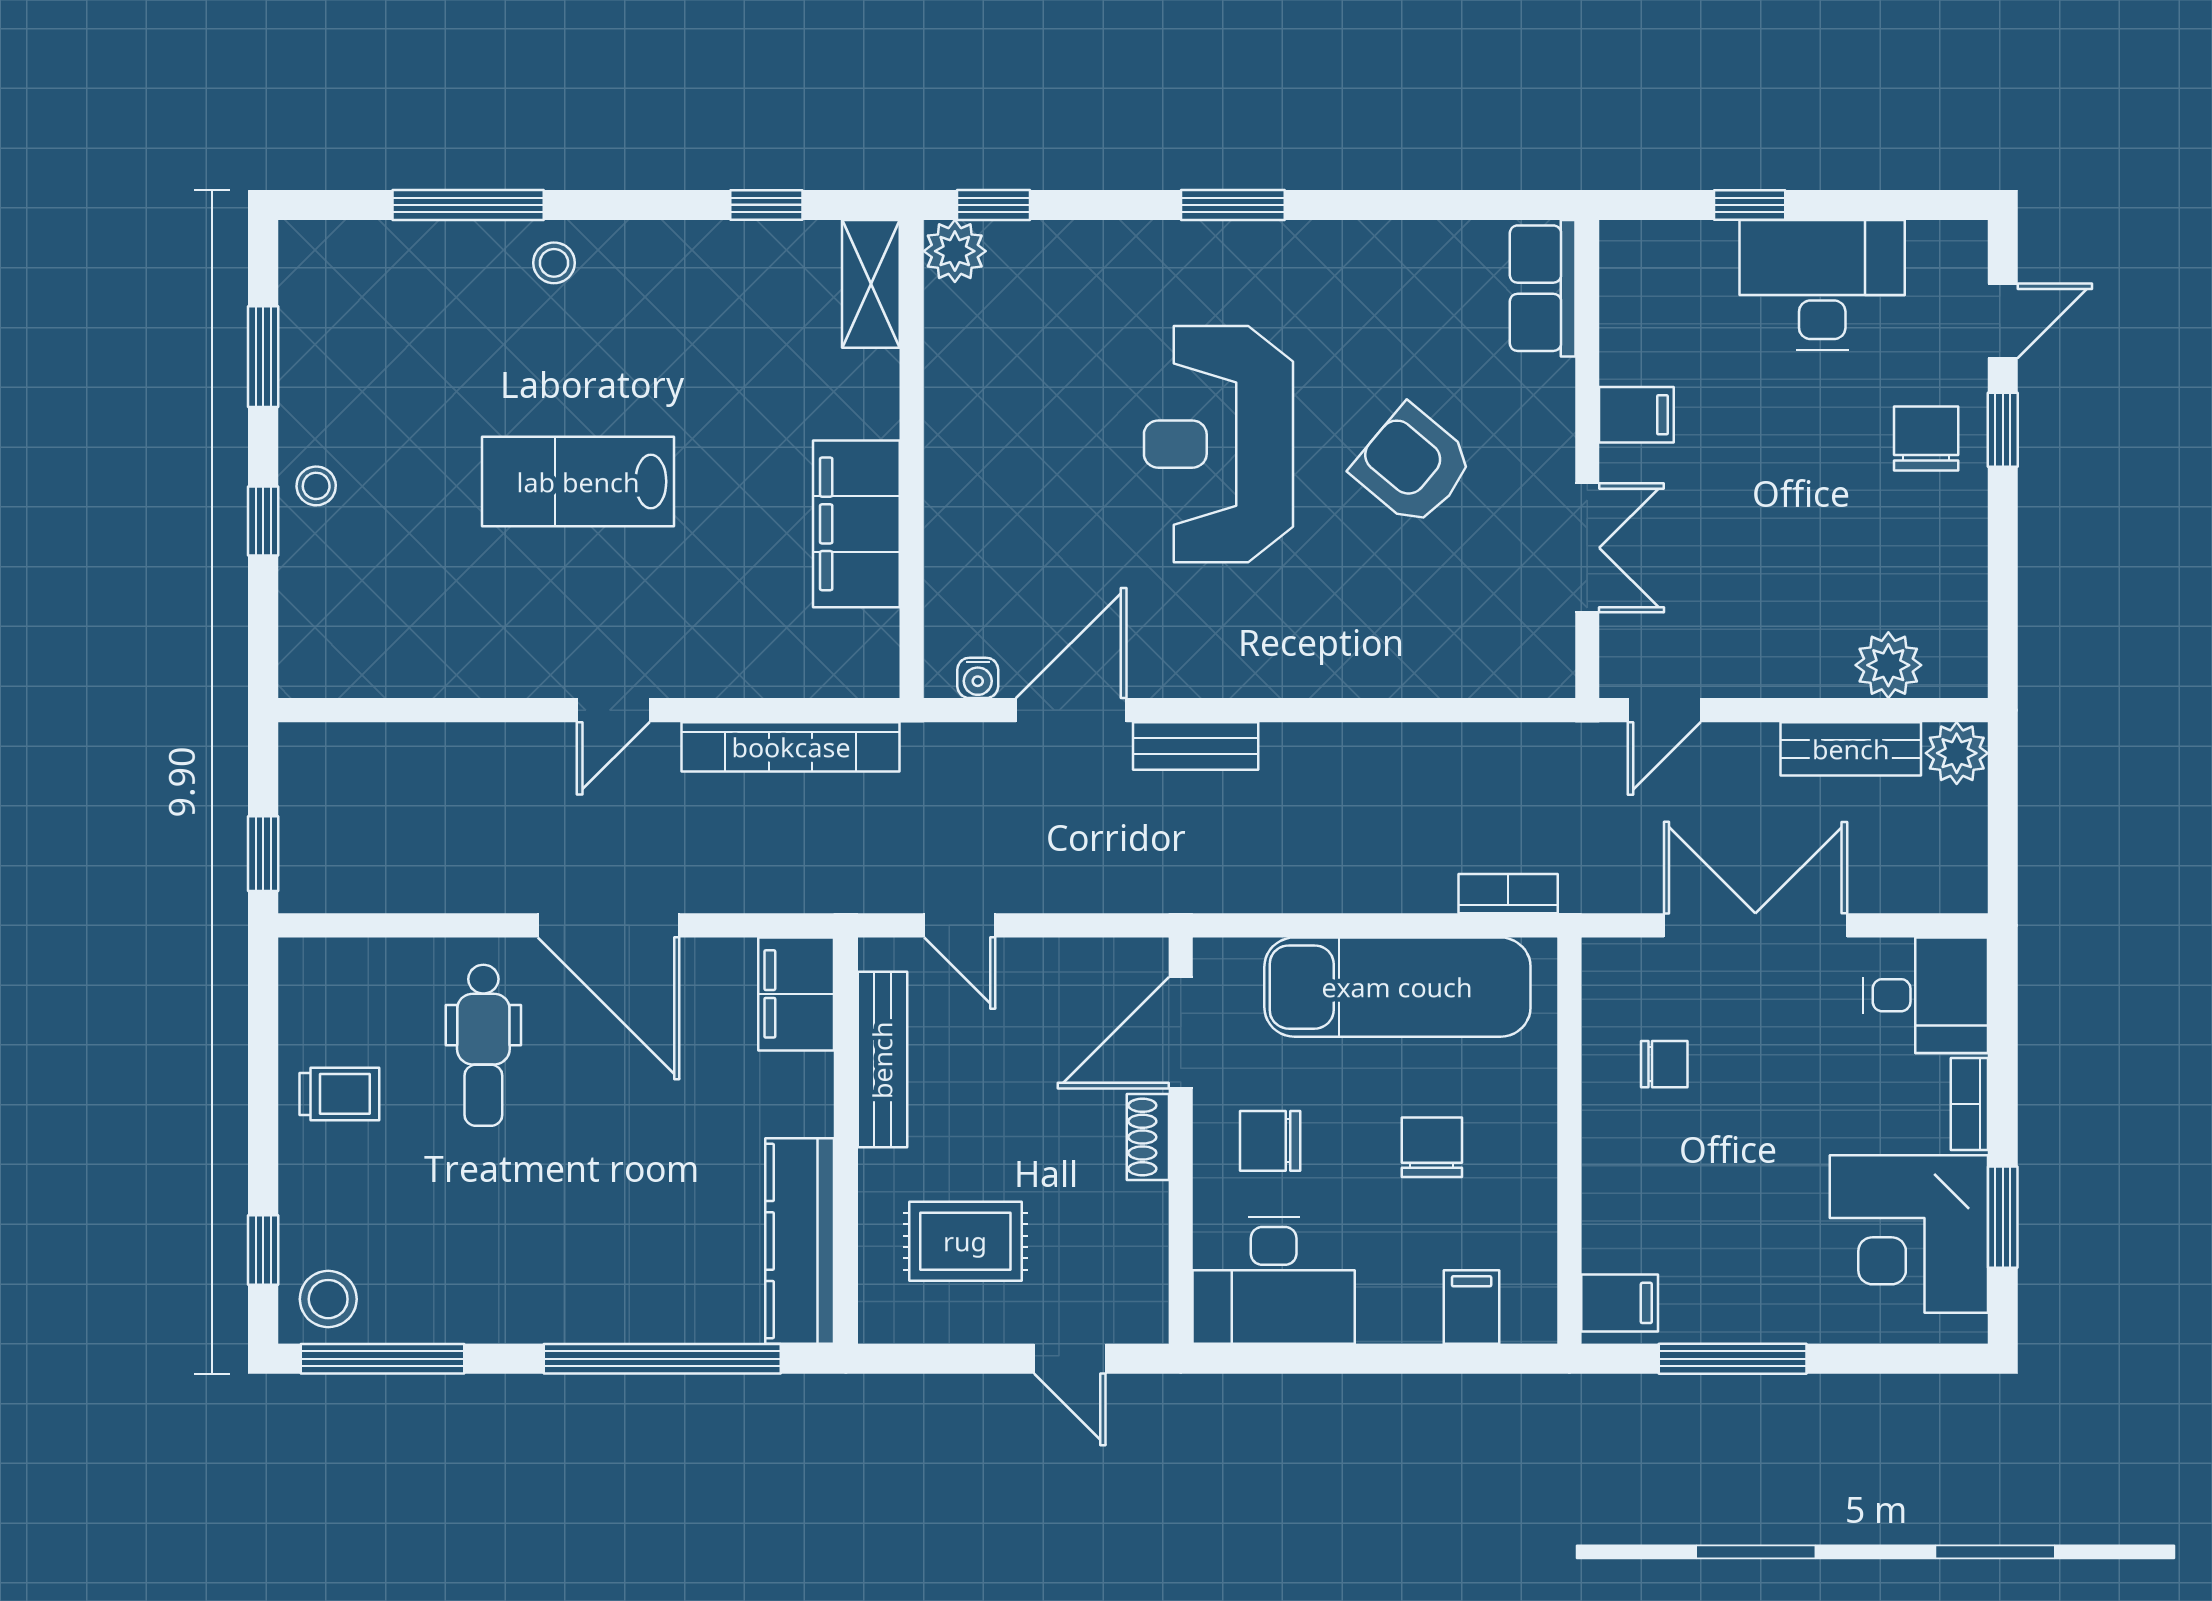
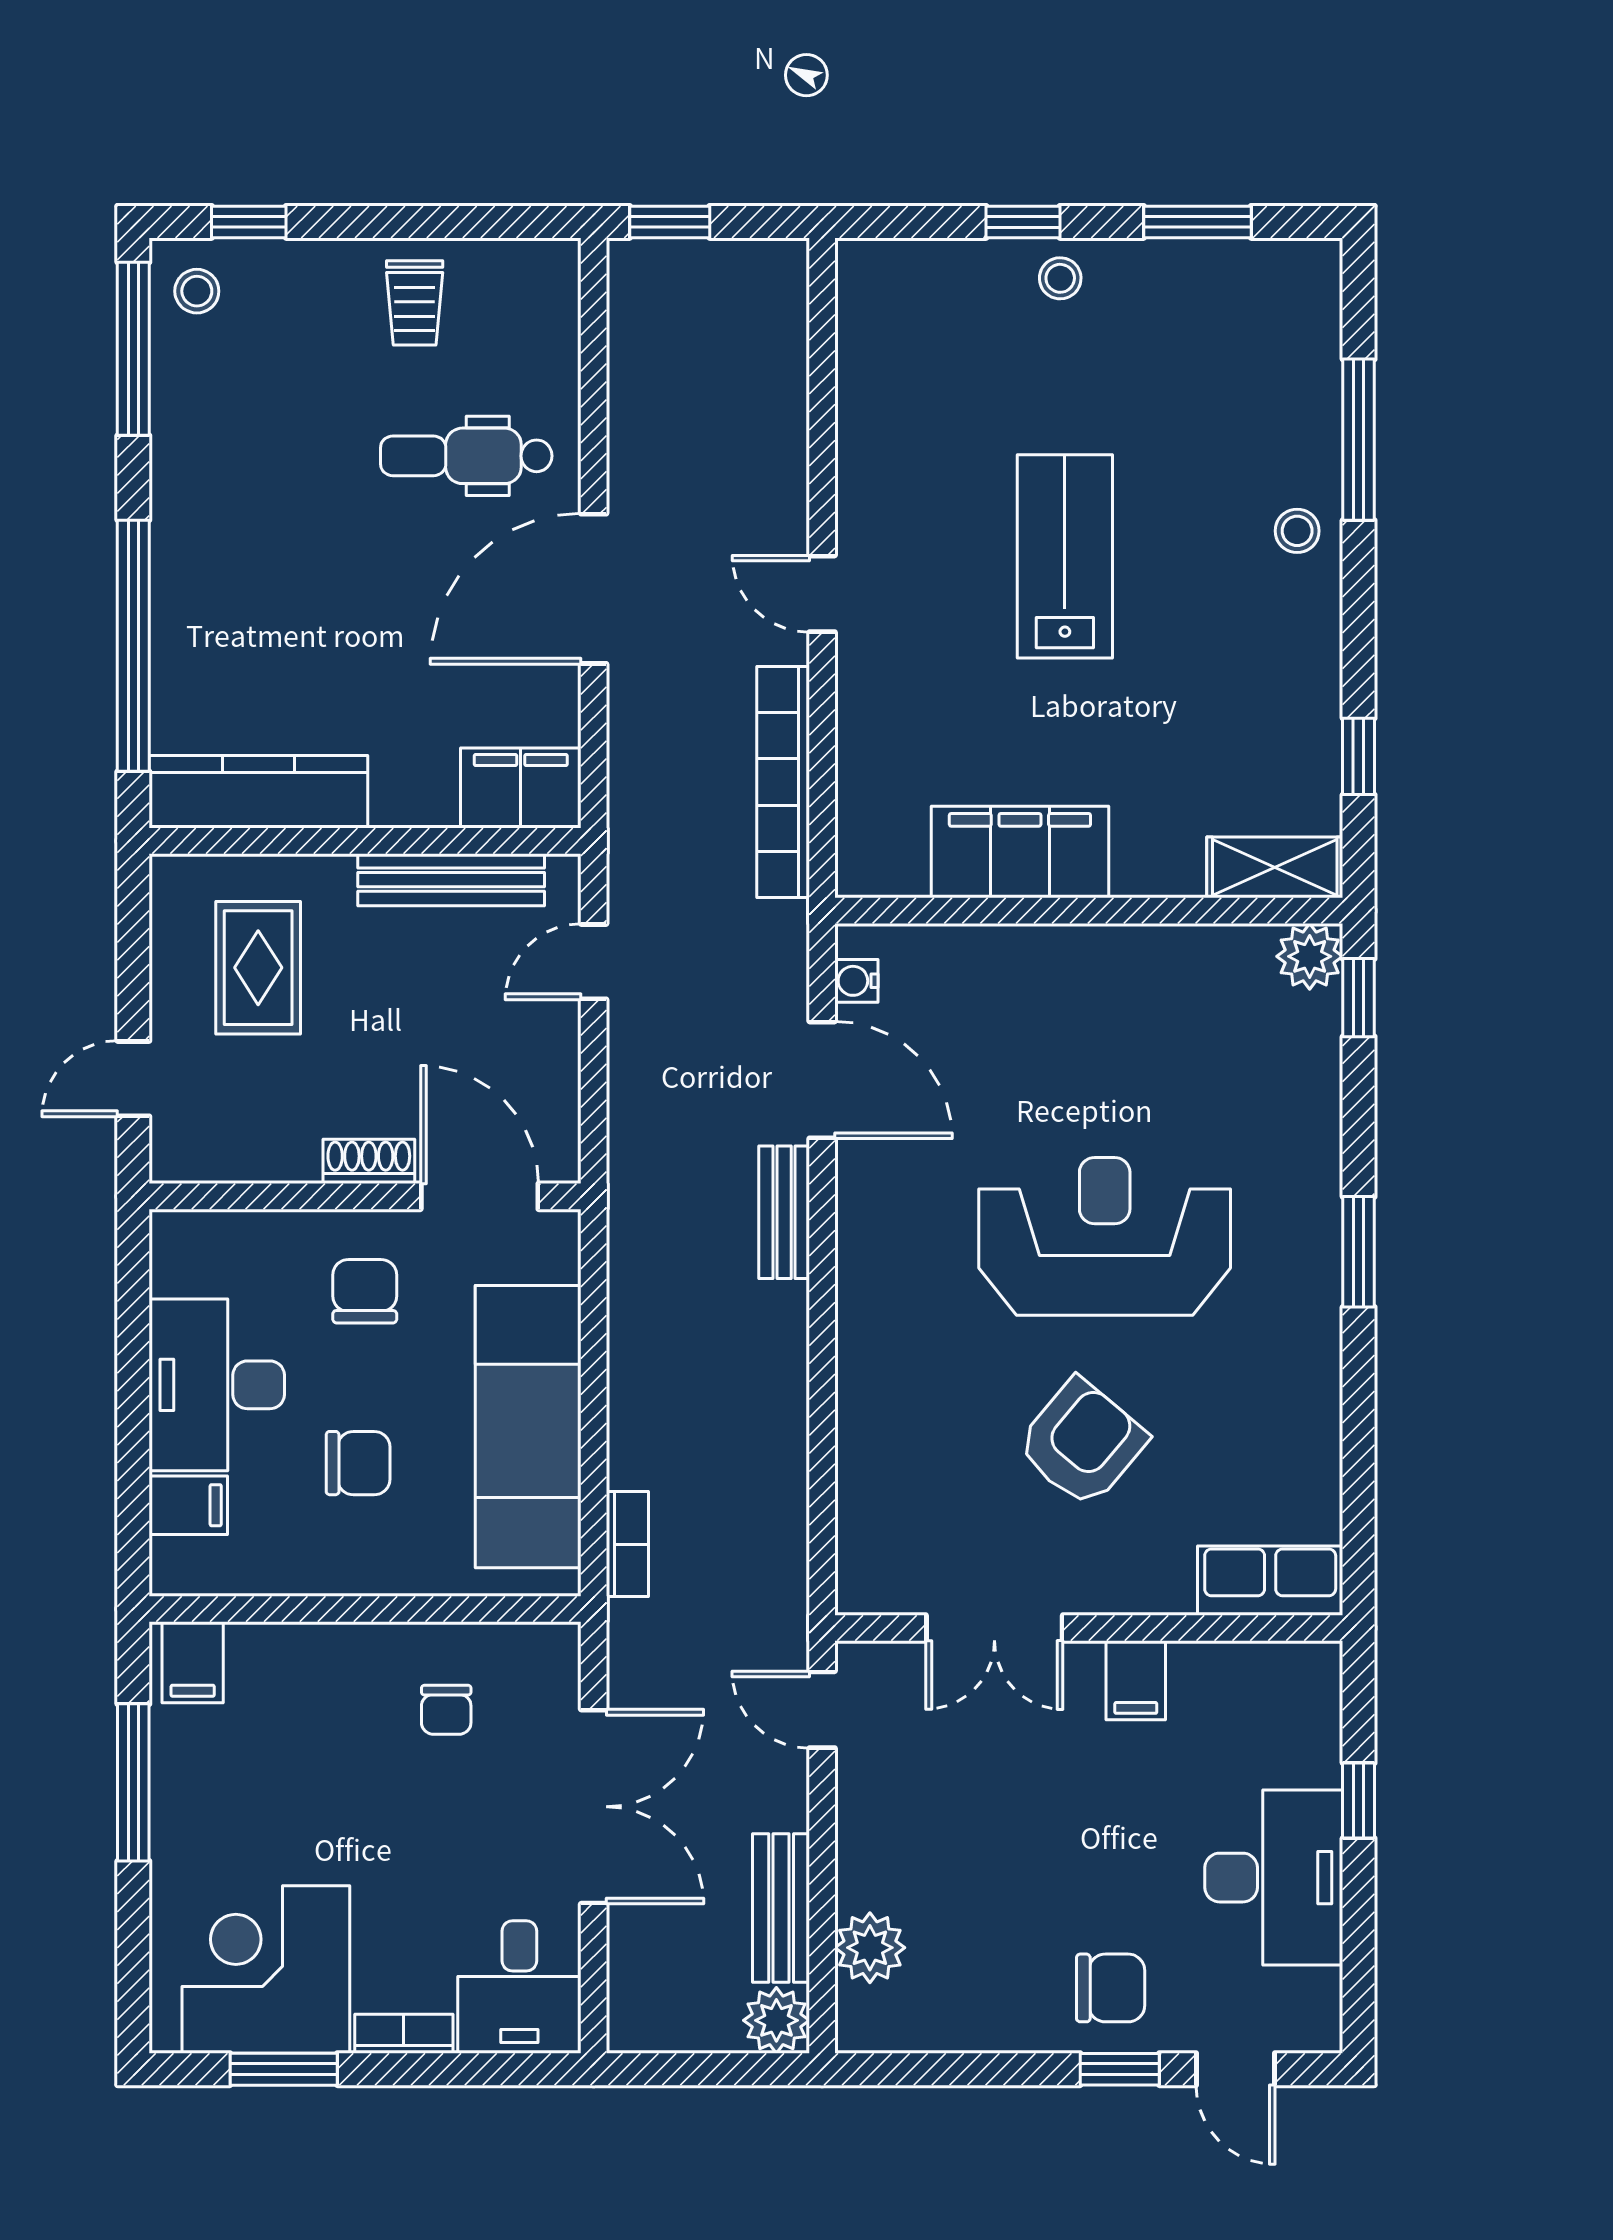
desk: (1274, 1280) -> (217, 1385), moved
stool: (328, 1299) -> (197, 291), width x0.73, depth x0.73

